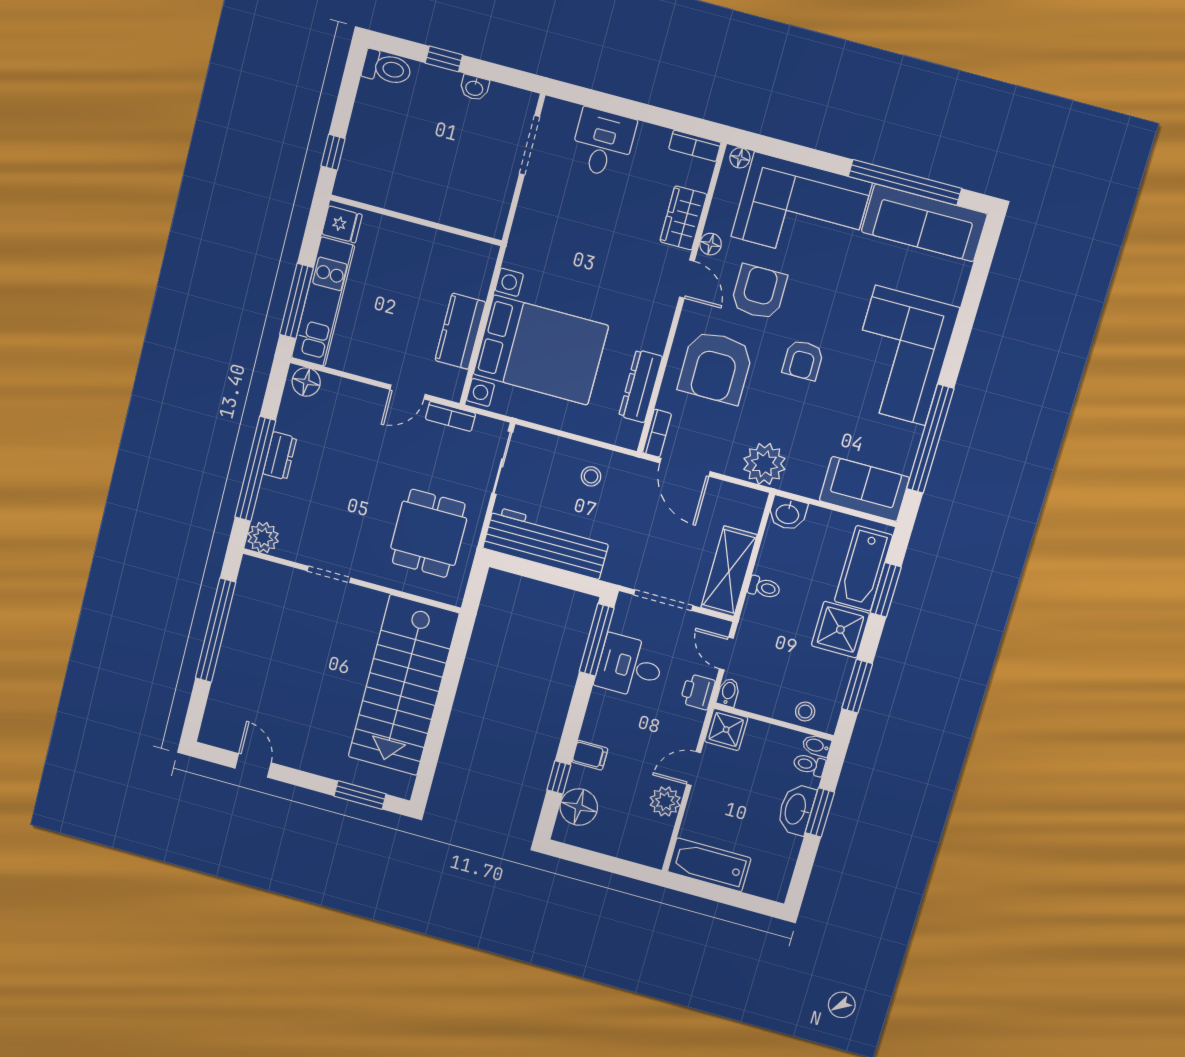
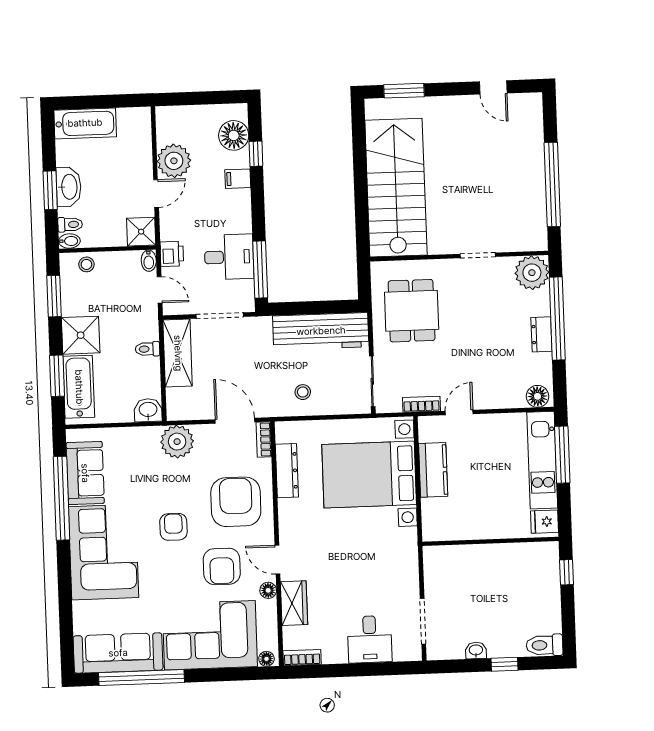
sofa: (864, 489) -> (85, 473), moved, turned -90
plant: (263, 537) -> (532, 273), width x1.36, depth x1.36
plant: (665, 801) -> (174, 161), width x1.36, depth x1.36
bathtub: (709, 865) -> (85, 123), moved

